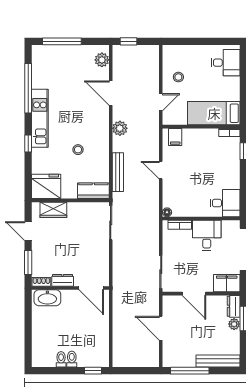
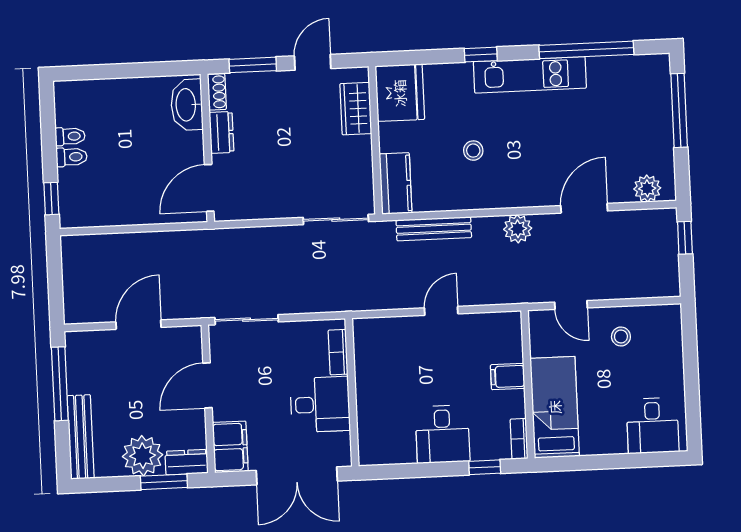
filing cabinet: (175, 137) -> (508, 377), moved
desk: (225, 203) -> (443, 434), moved
floor lamp: (167, 212) -> (361, 326), removed
plant: (234, 324) -> (143, 456), width x1.88, depth x1.88

